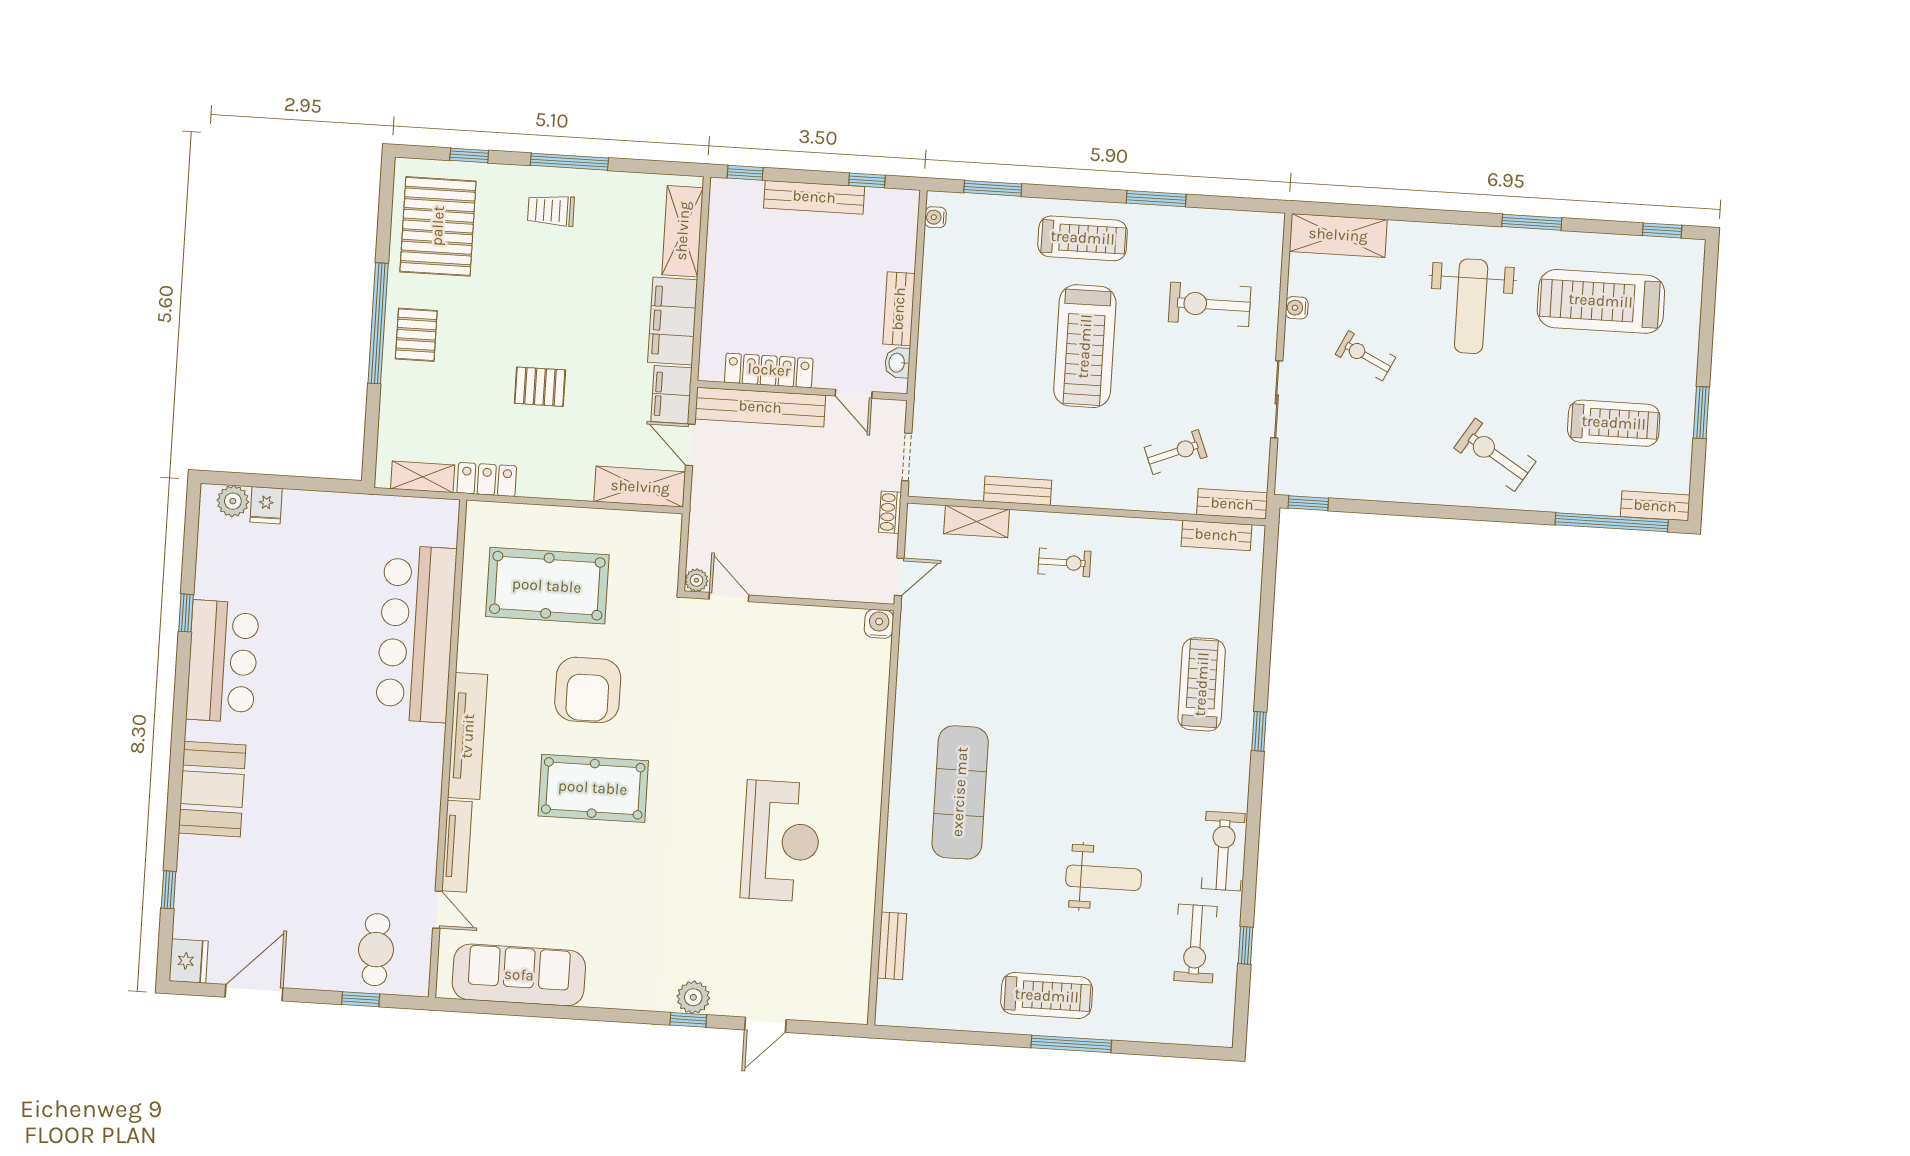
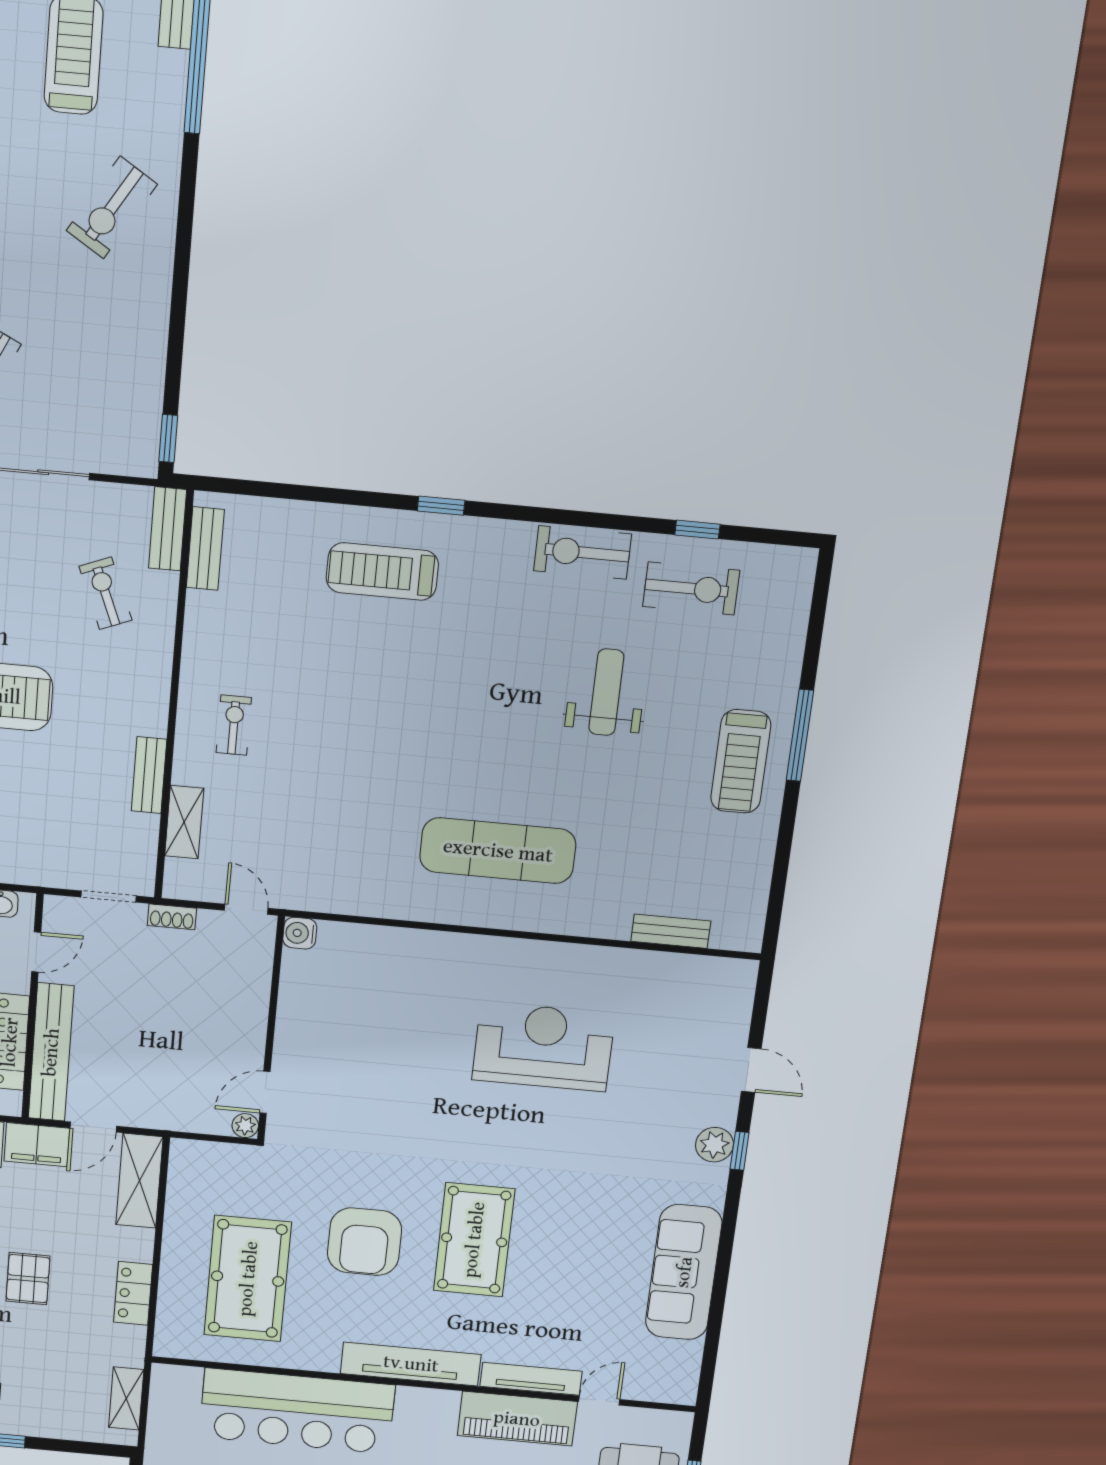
locker: (487, 479) -> (133, 1293), moved
armchair: (588, 690) -> (364, 1242), turned 90
piano: (416, 836) -> (517, 1419), added
sofa: (519, 975) -> (684, 1272), moved
treadmill: (1047, 996) -> (741, 761), turned 180

